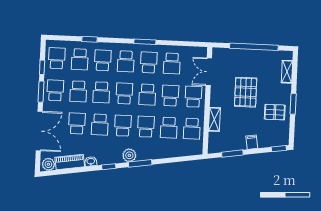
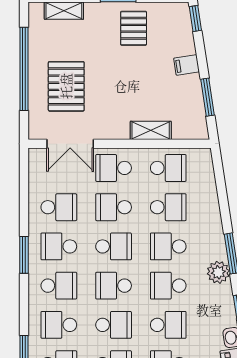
pallet: (246, 92) -> (66, 86), moved, turned 90

